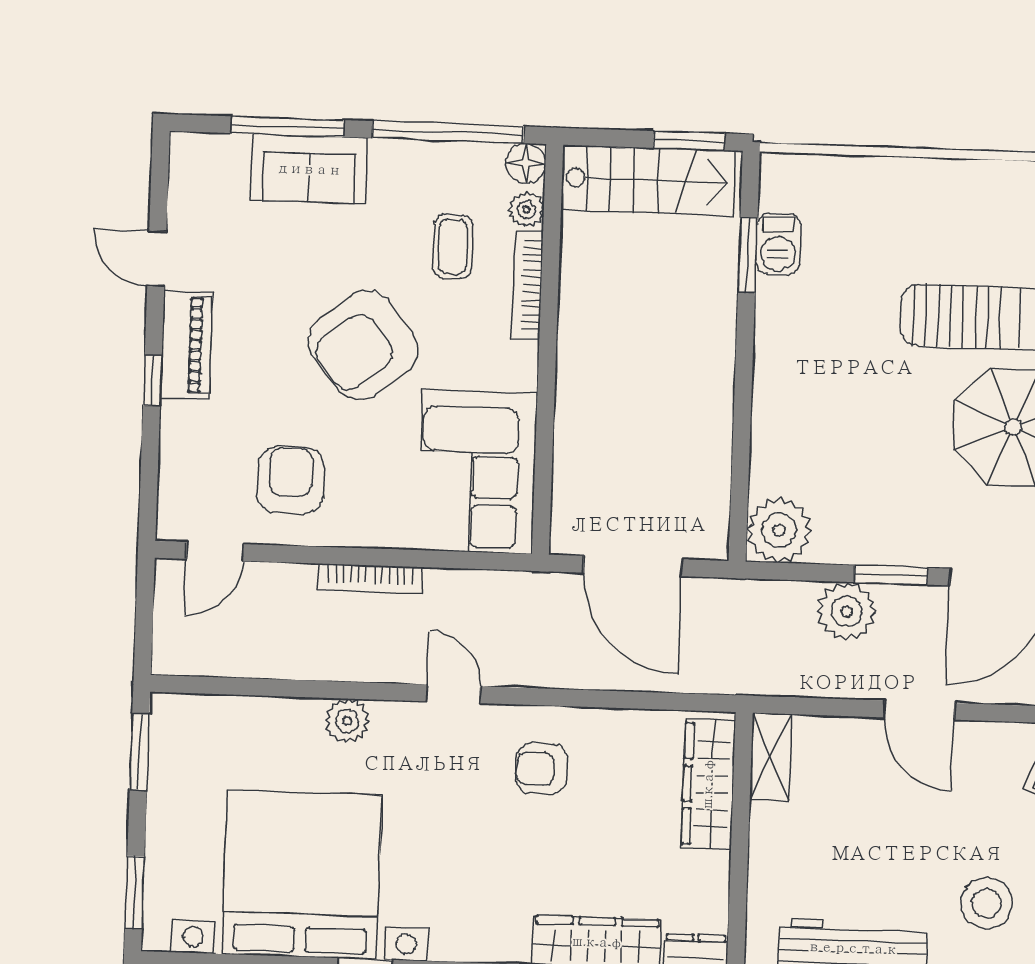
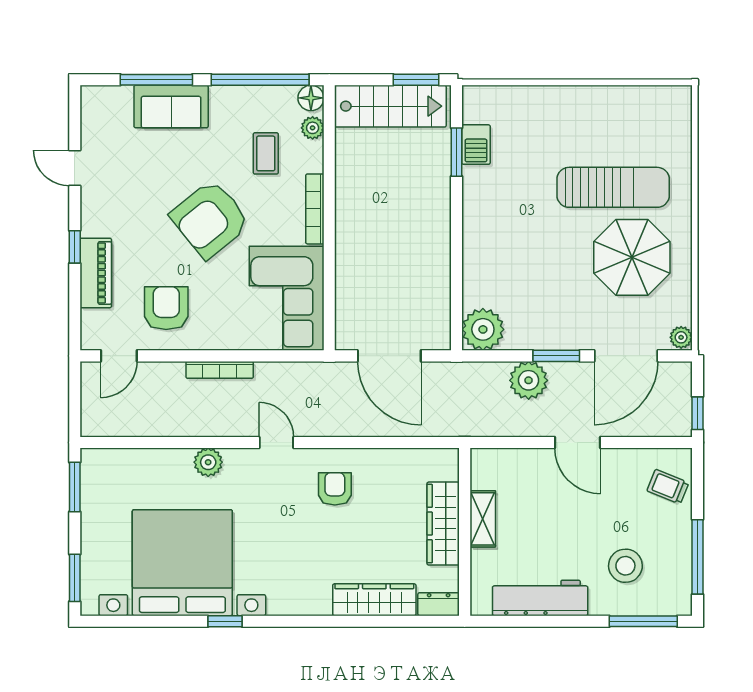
bookcase: (527, 285) -> (315, 209), moved
piano: (186, 345) -> (96, 273), moved
shelving: (771, 757) -> (483, 519), moved
armchair: (541, 769) -> (335, 489), turned 90
wardrobe: (708, 784) -> (443, 524), moved

